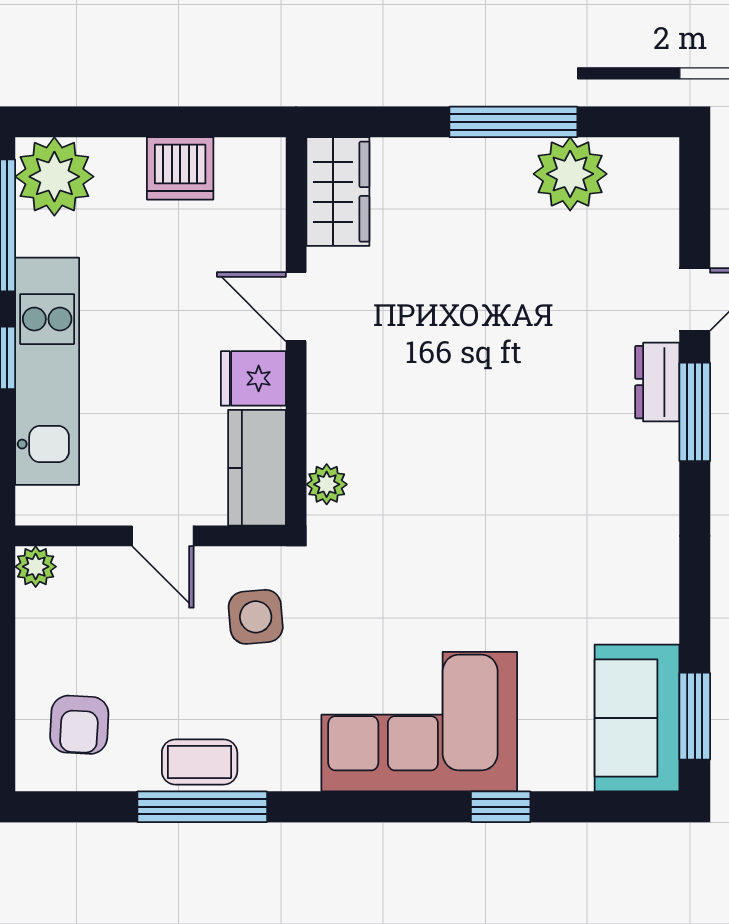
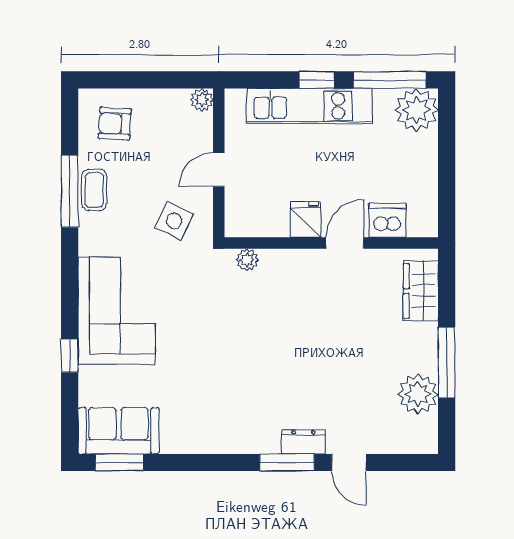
dishwasher: (180, 168) -> (387, 220), moved, turned 90
wardrobe: (338, 192) -> (421, 291), moved, turned 90
kitchen counter: (257, 468) -> (256, 222), removed
side table: (256, 617) -> (174, 221), turned 31

